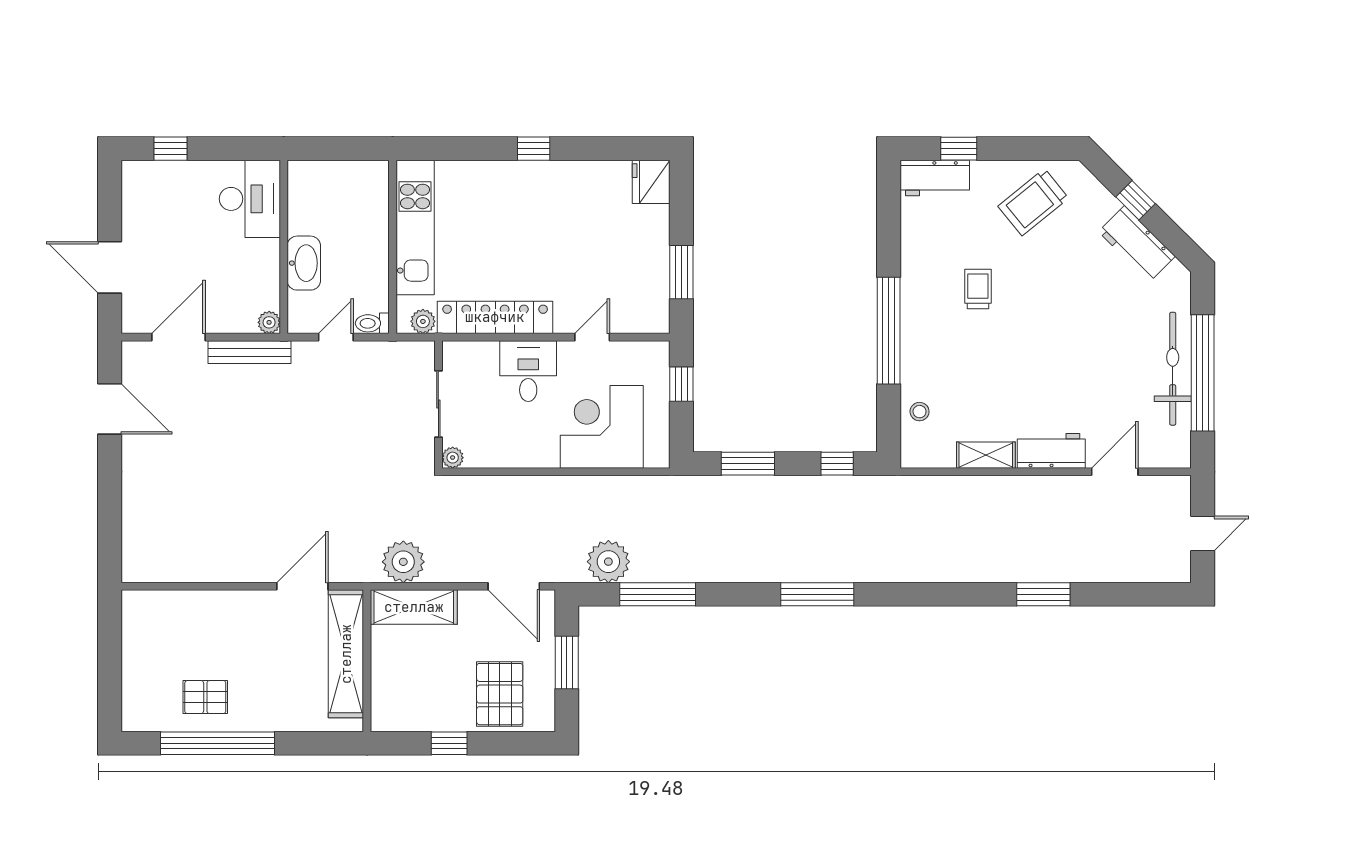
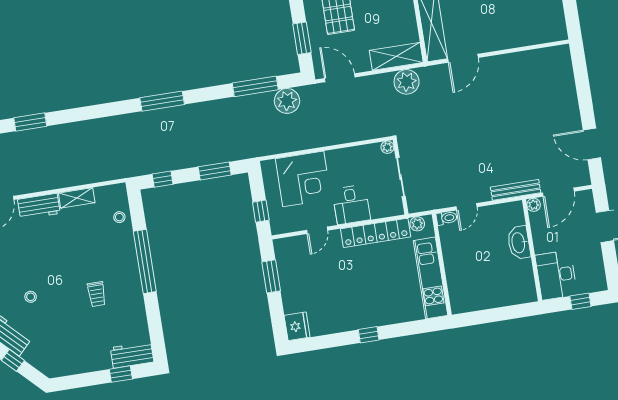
desk: (250, 199) -> (556, 275), moved
trolley: (1033, 202) -> (72, 350), removed
wall: (284, 247) -> (532, 250), moved
washbasin: (304, 263) -> (519, 243), moved
stool: (1089, 302) -> (31, 297), added
plant: (269, 322) -> (534, 205), moved

